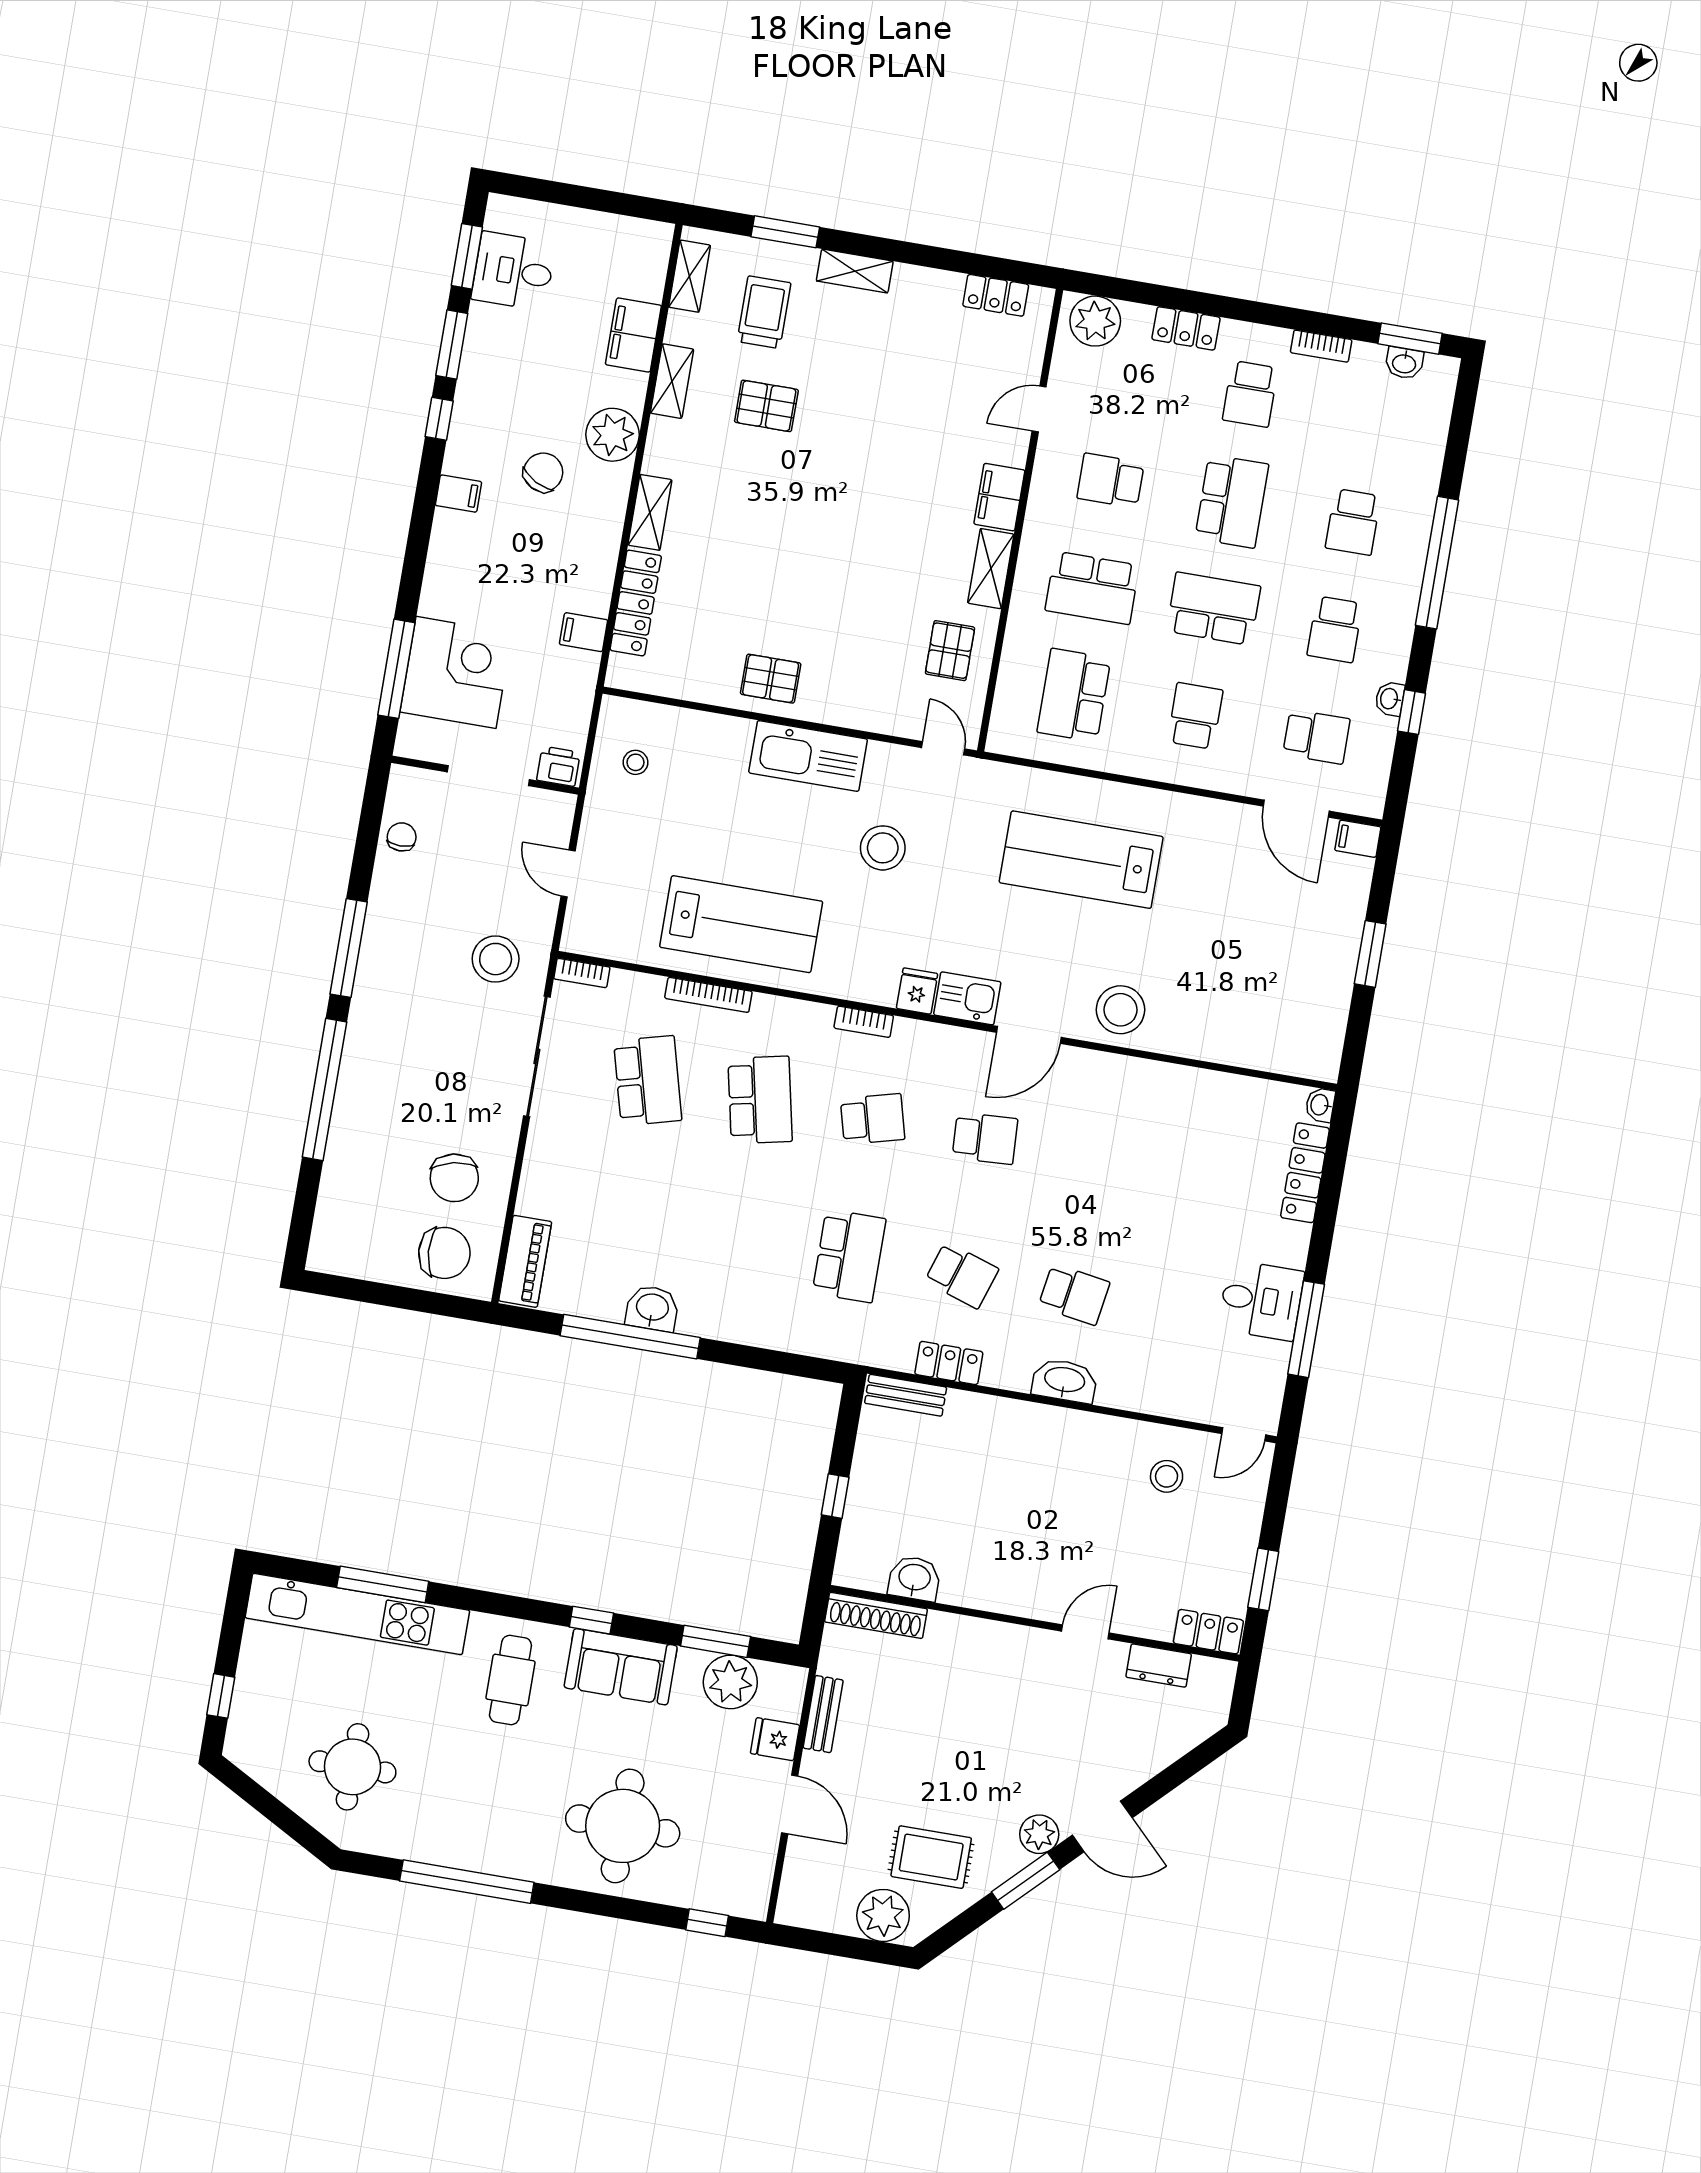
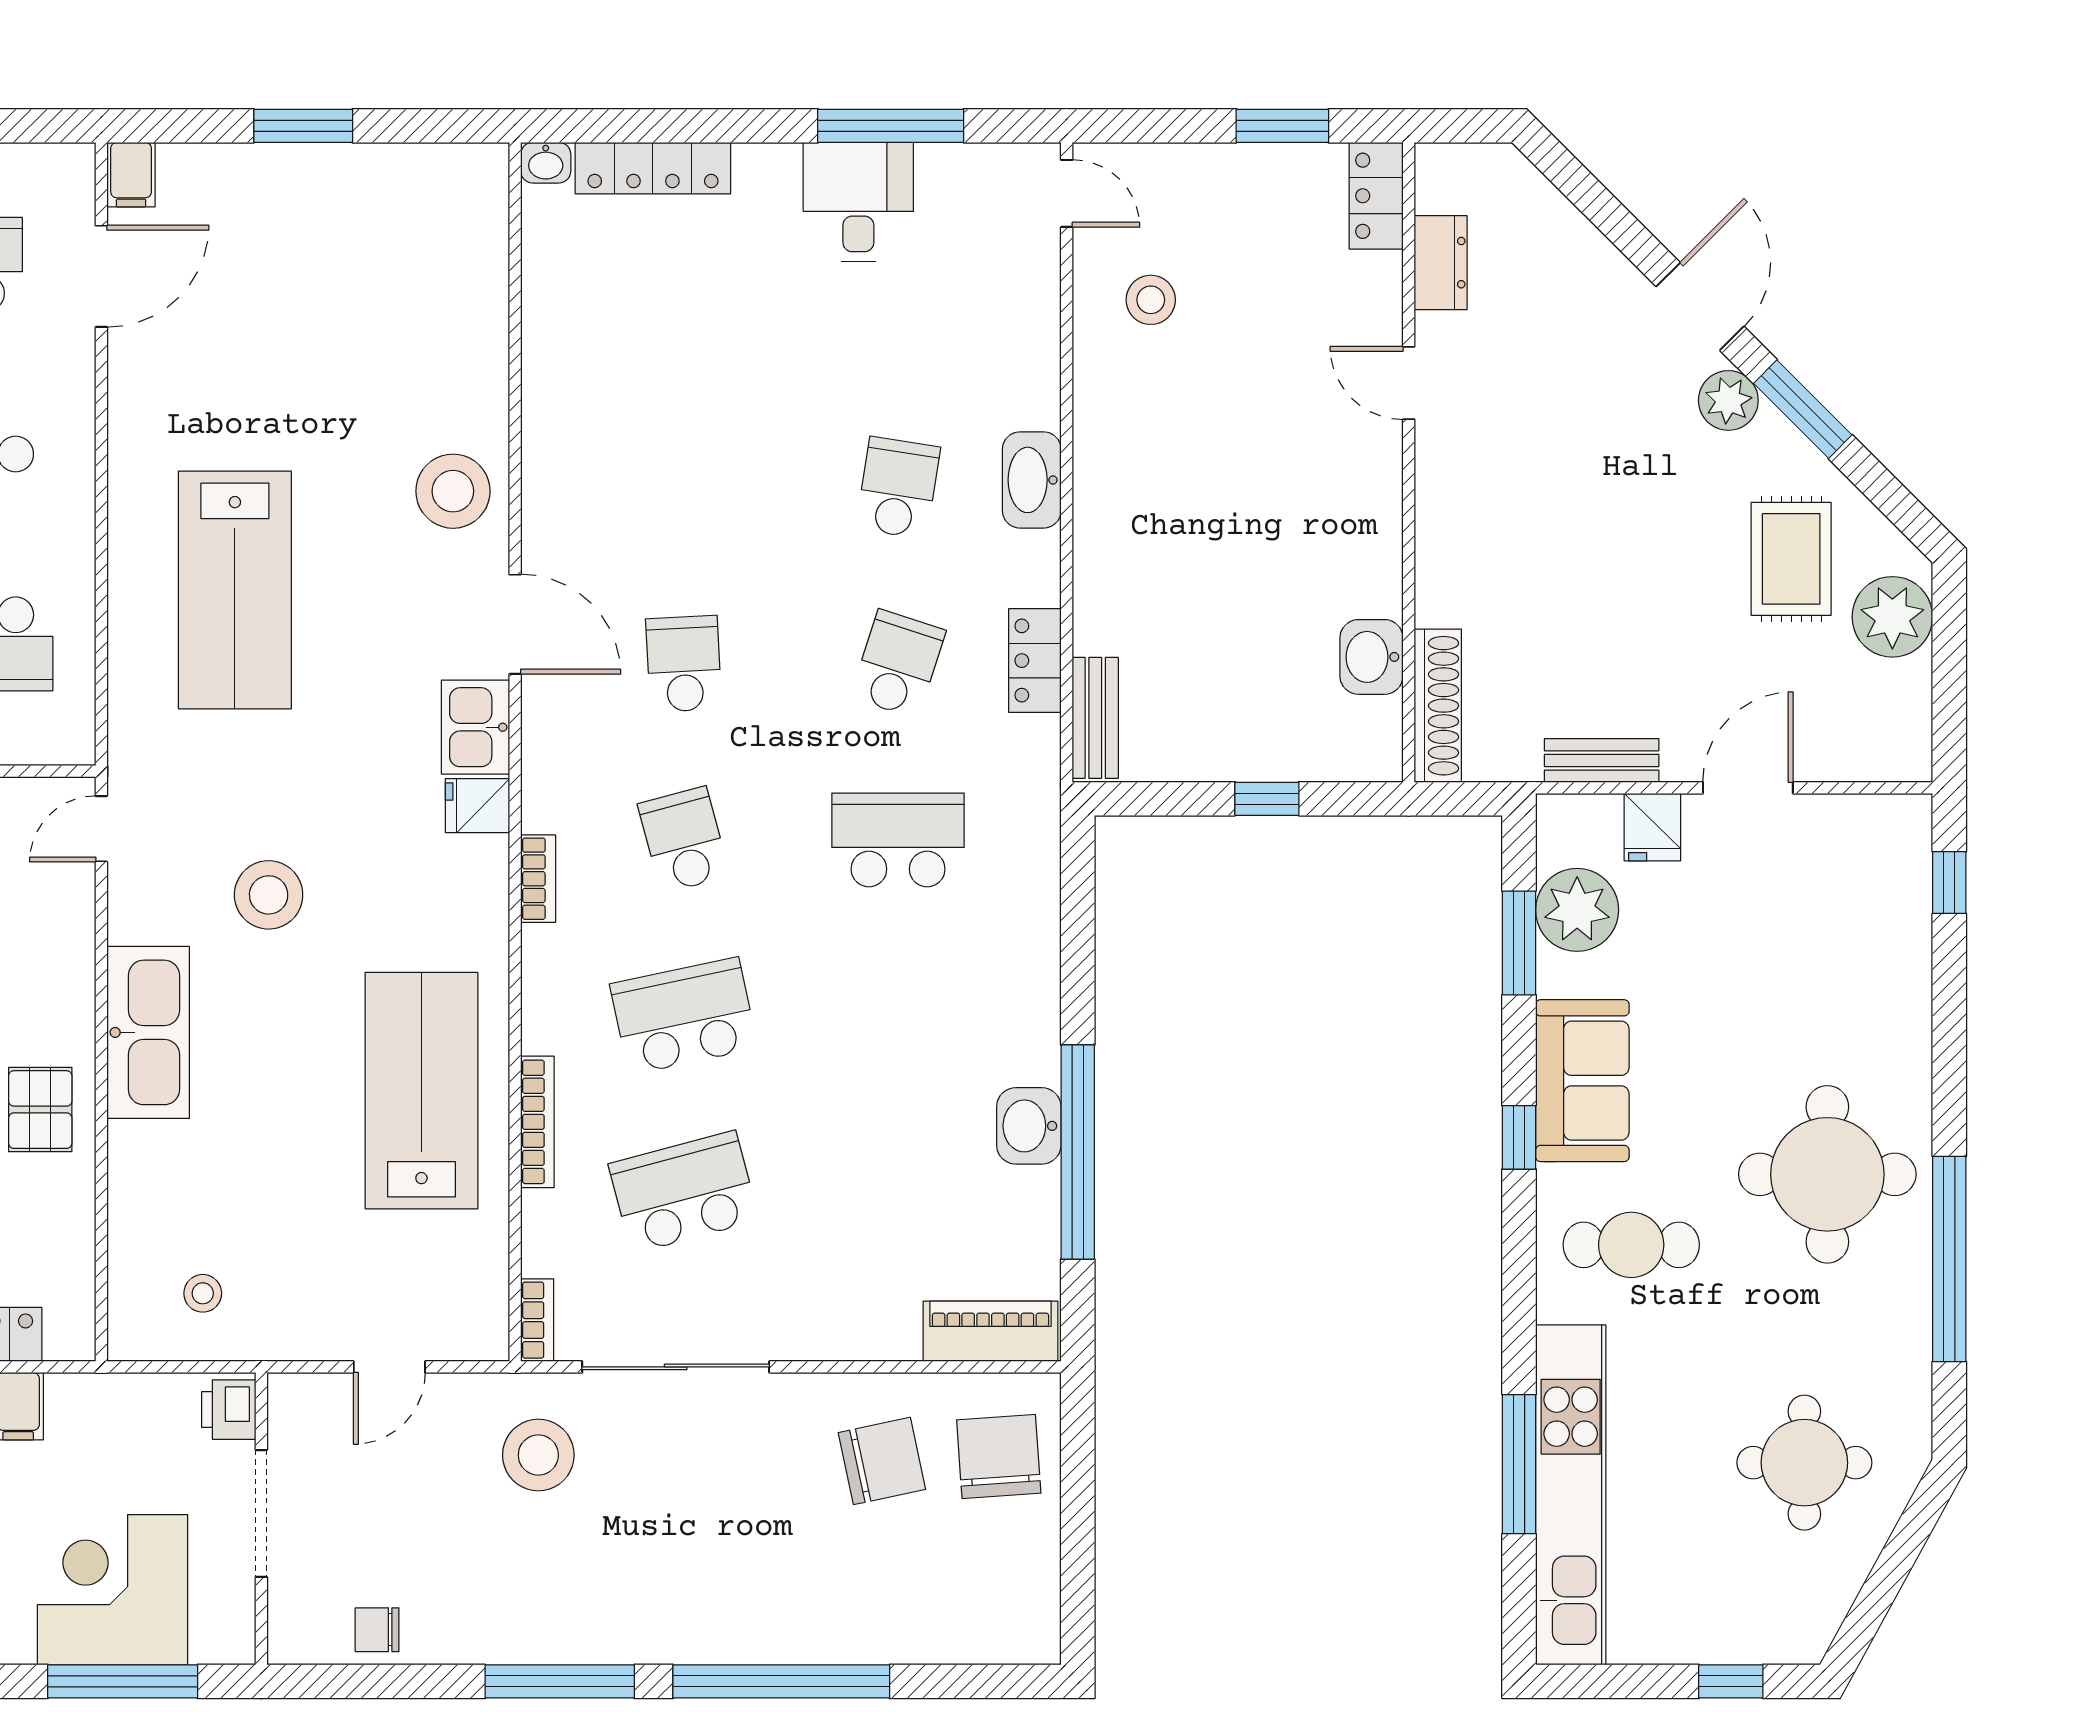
round table: (623, 1826) -> (1827, 1174), moved

